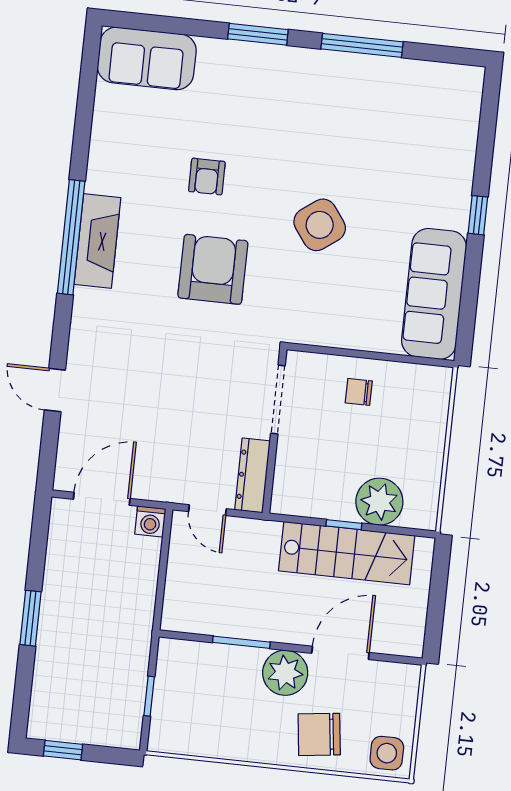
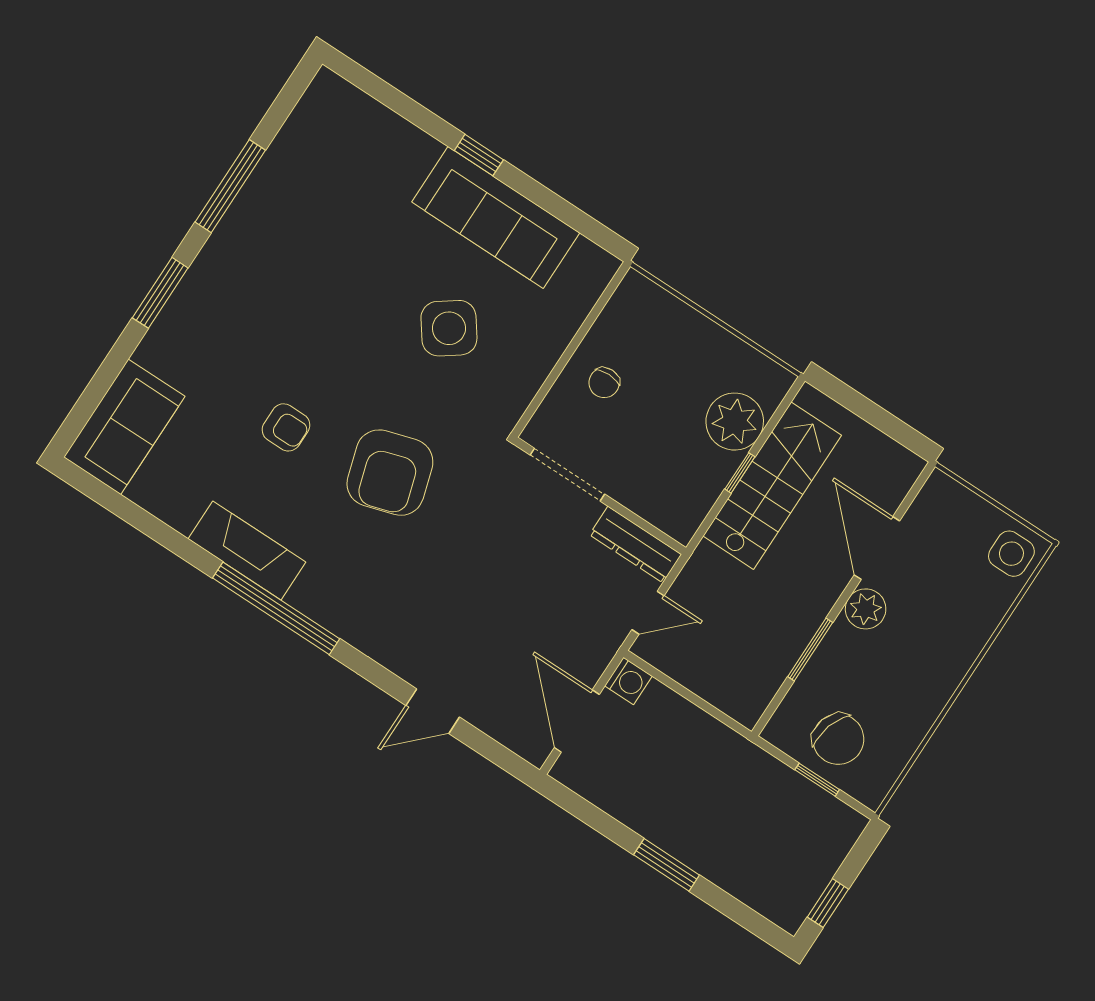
side table: (320, 225) -> (449, 328), moved
fireplace: (97, 241) -> (247, 550), moved
armchair: (213, 269) -> (390, 473), turned -107
sofa: (434, 294) -> (496, 217), moved
plant: (285, 673) -> (866, 609), width x0.73, depth x0.73
chair: (319, 734) -> (838, 739), moved, turned -66

